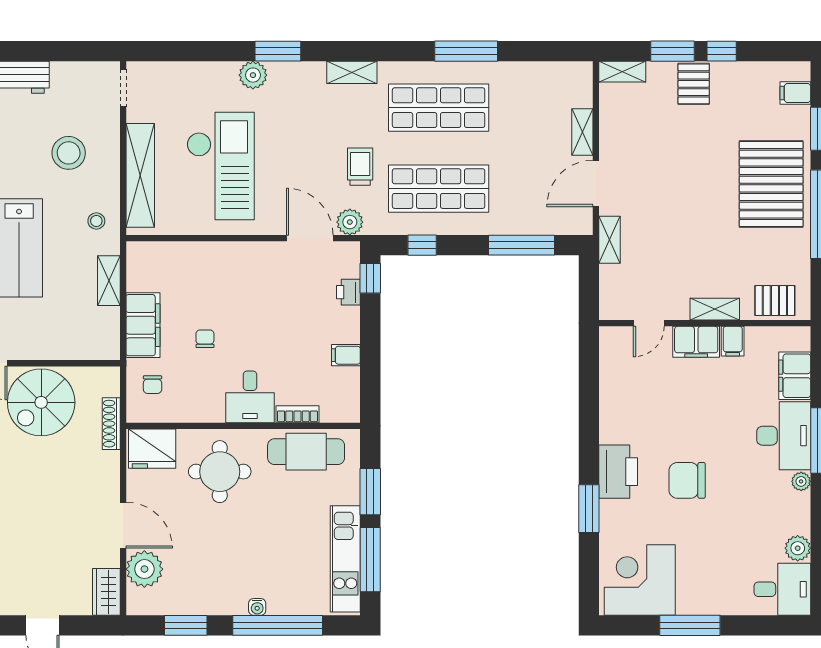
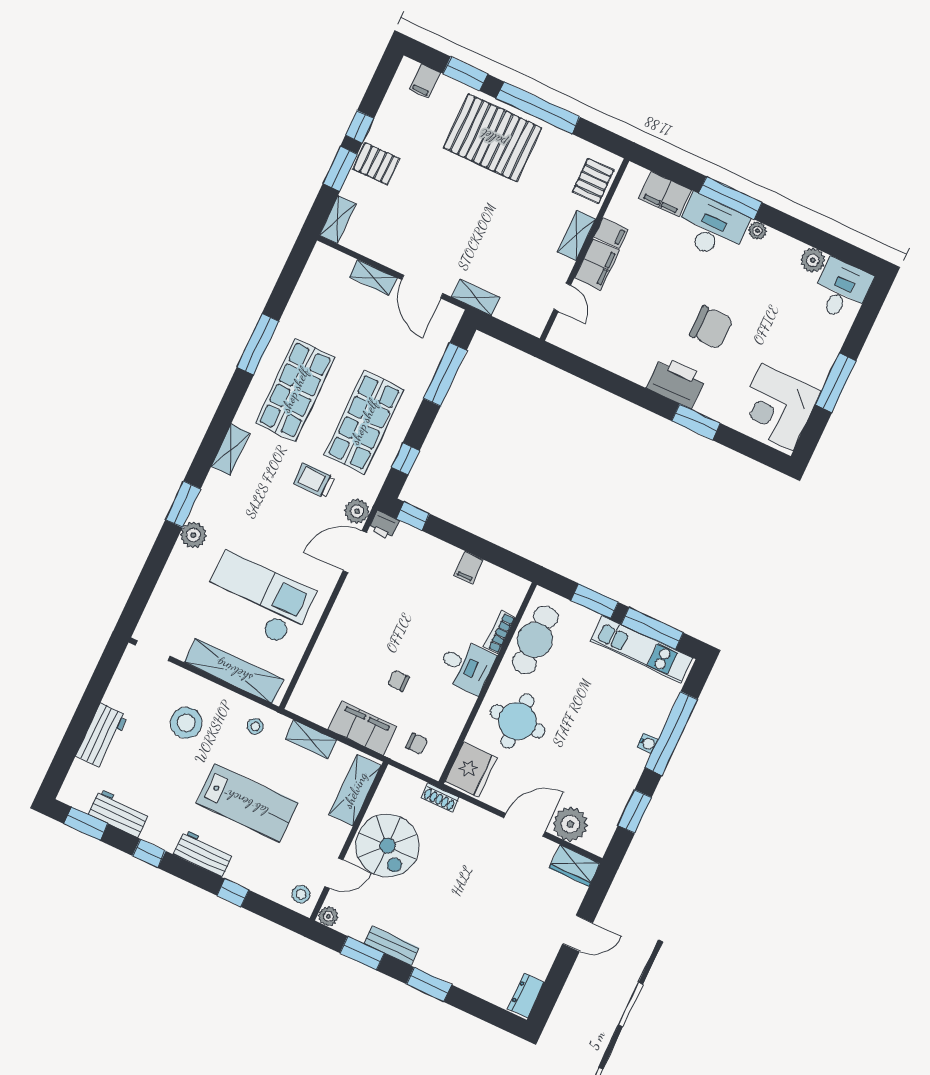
printer: (348, 292) -> (384, 525), moved
shelving: (80, 346) -> (355, 790), added
shoe rack: (111, 424) -> (440, 798), width x0.70
chair: (687, 480) -> (711, 327), turned -90

